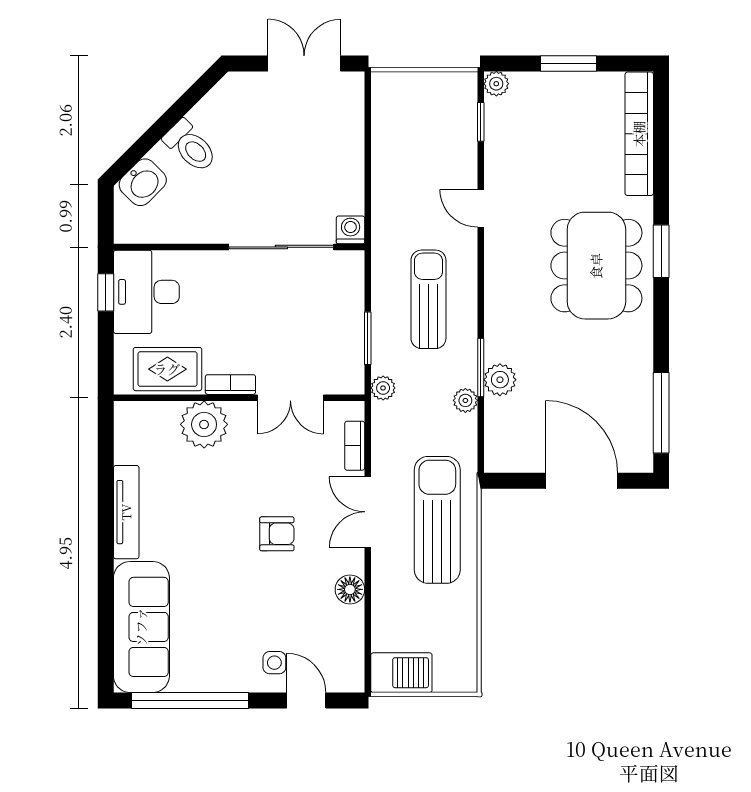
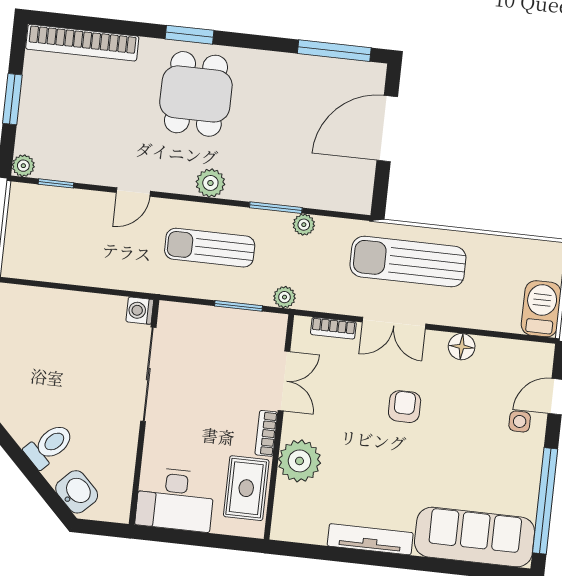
dining table: (596, 266) -> (196, 94), width x0.73
window: (106, 292) -> (171, 536), removed
plant: (500, 380) -> (210, 183), moved

